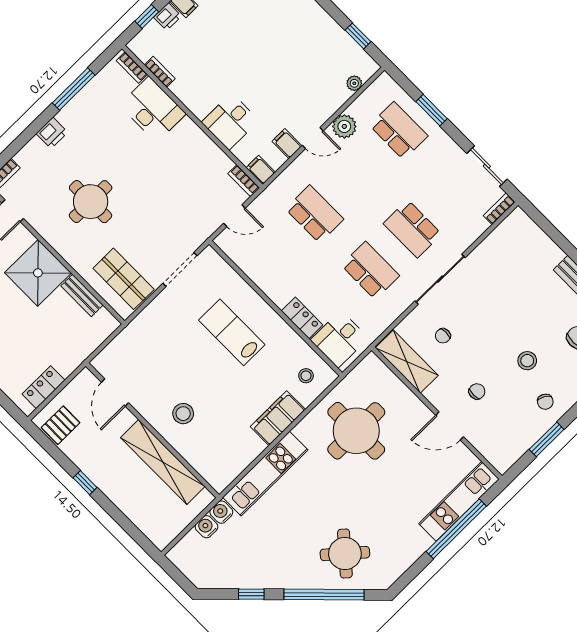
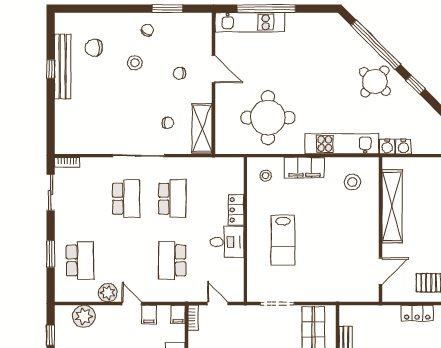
plant: (354, 83) -> (84, 316), width x1.88, depth x1.88
school desk: (399, 131) -> (80, 261), turned 180
school desk: (370, 270) -> (172, 199), turned 180
desk: (339, 339) -> (227, 242), moved
stool: (183, 414) -> (352, 182), moved
round table: (345, 554) -> (375, 81), moved

